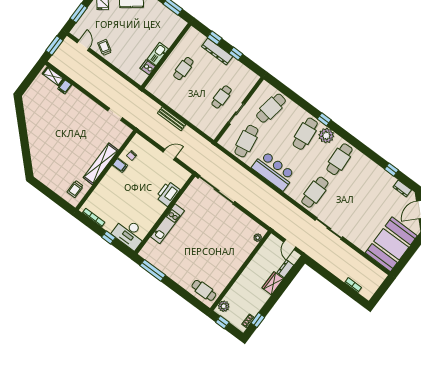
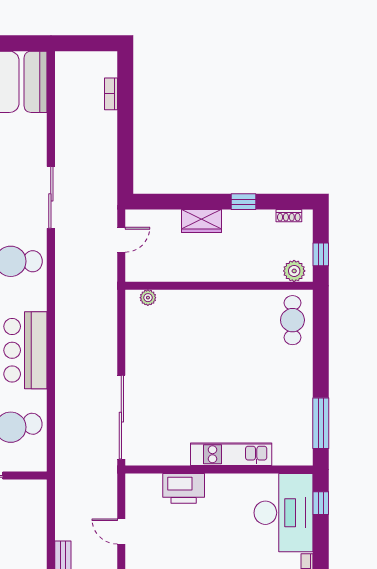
desk: (129, 233) -> (284, 513), width x1.36, depth x1.30
window: (109, 237) -> (321, 503), moved
dresser: (285, 269) -> (164, 218), removed
window: (258, 320) -> (243, 202), moved

